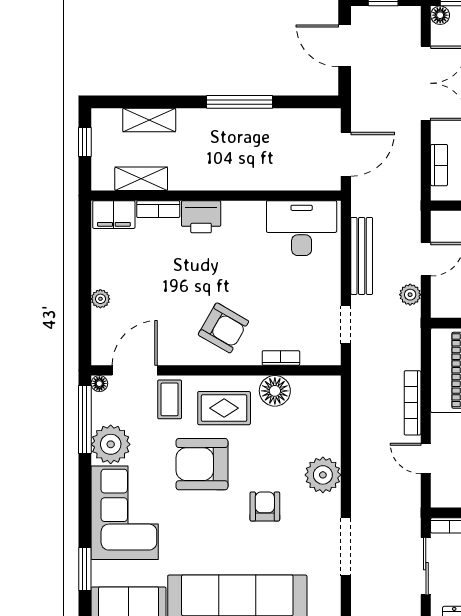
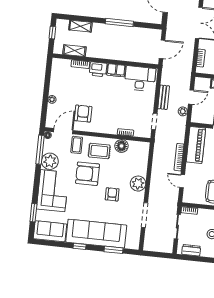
filing cabinet: (114, 215) -> (116, 70), moved
bench: (362, 256) -> (164, 97), width x0.73
armchair: (223, 328) -> (83, 114), moved, turned -120

